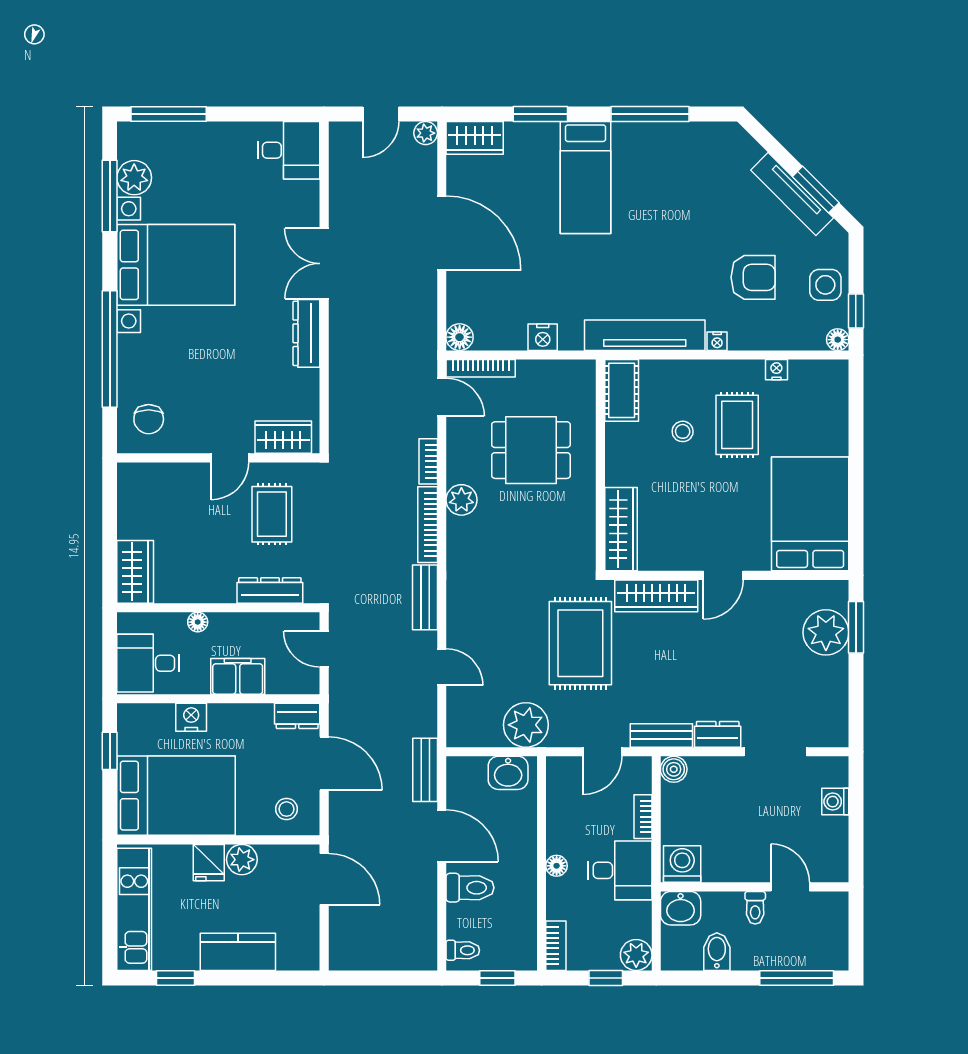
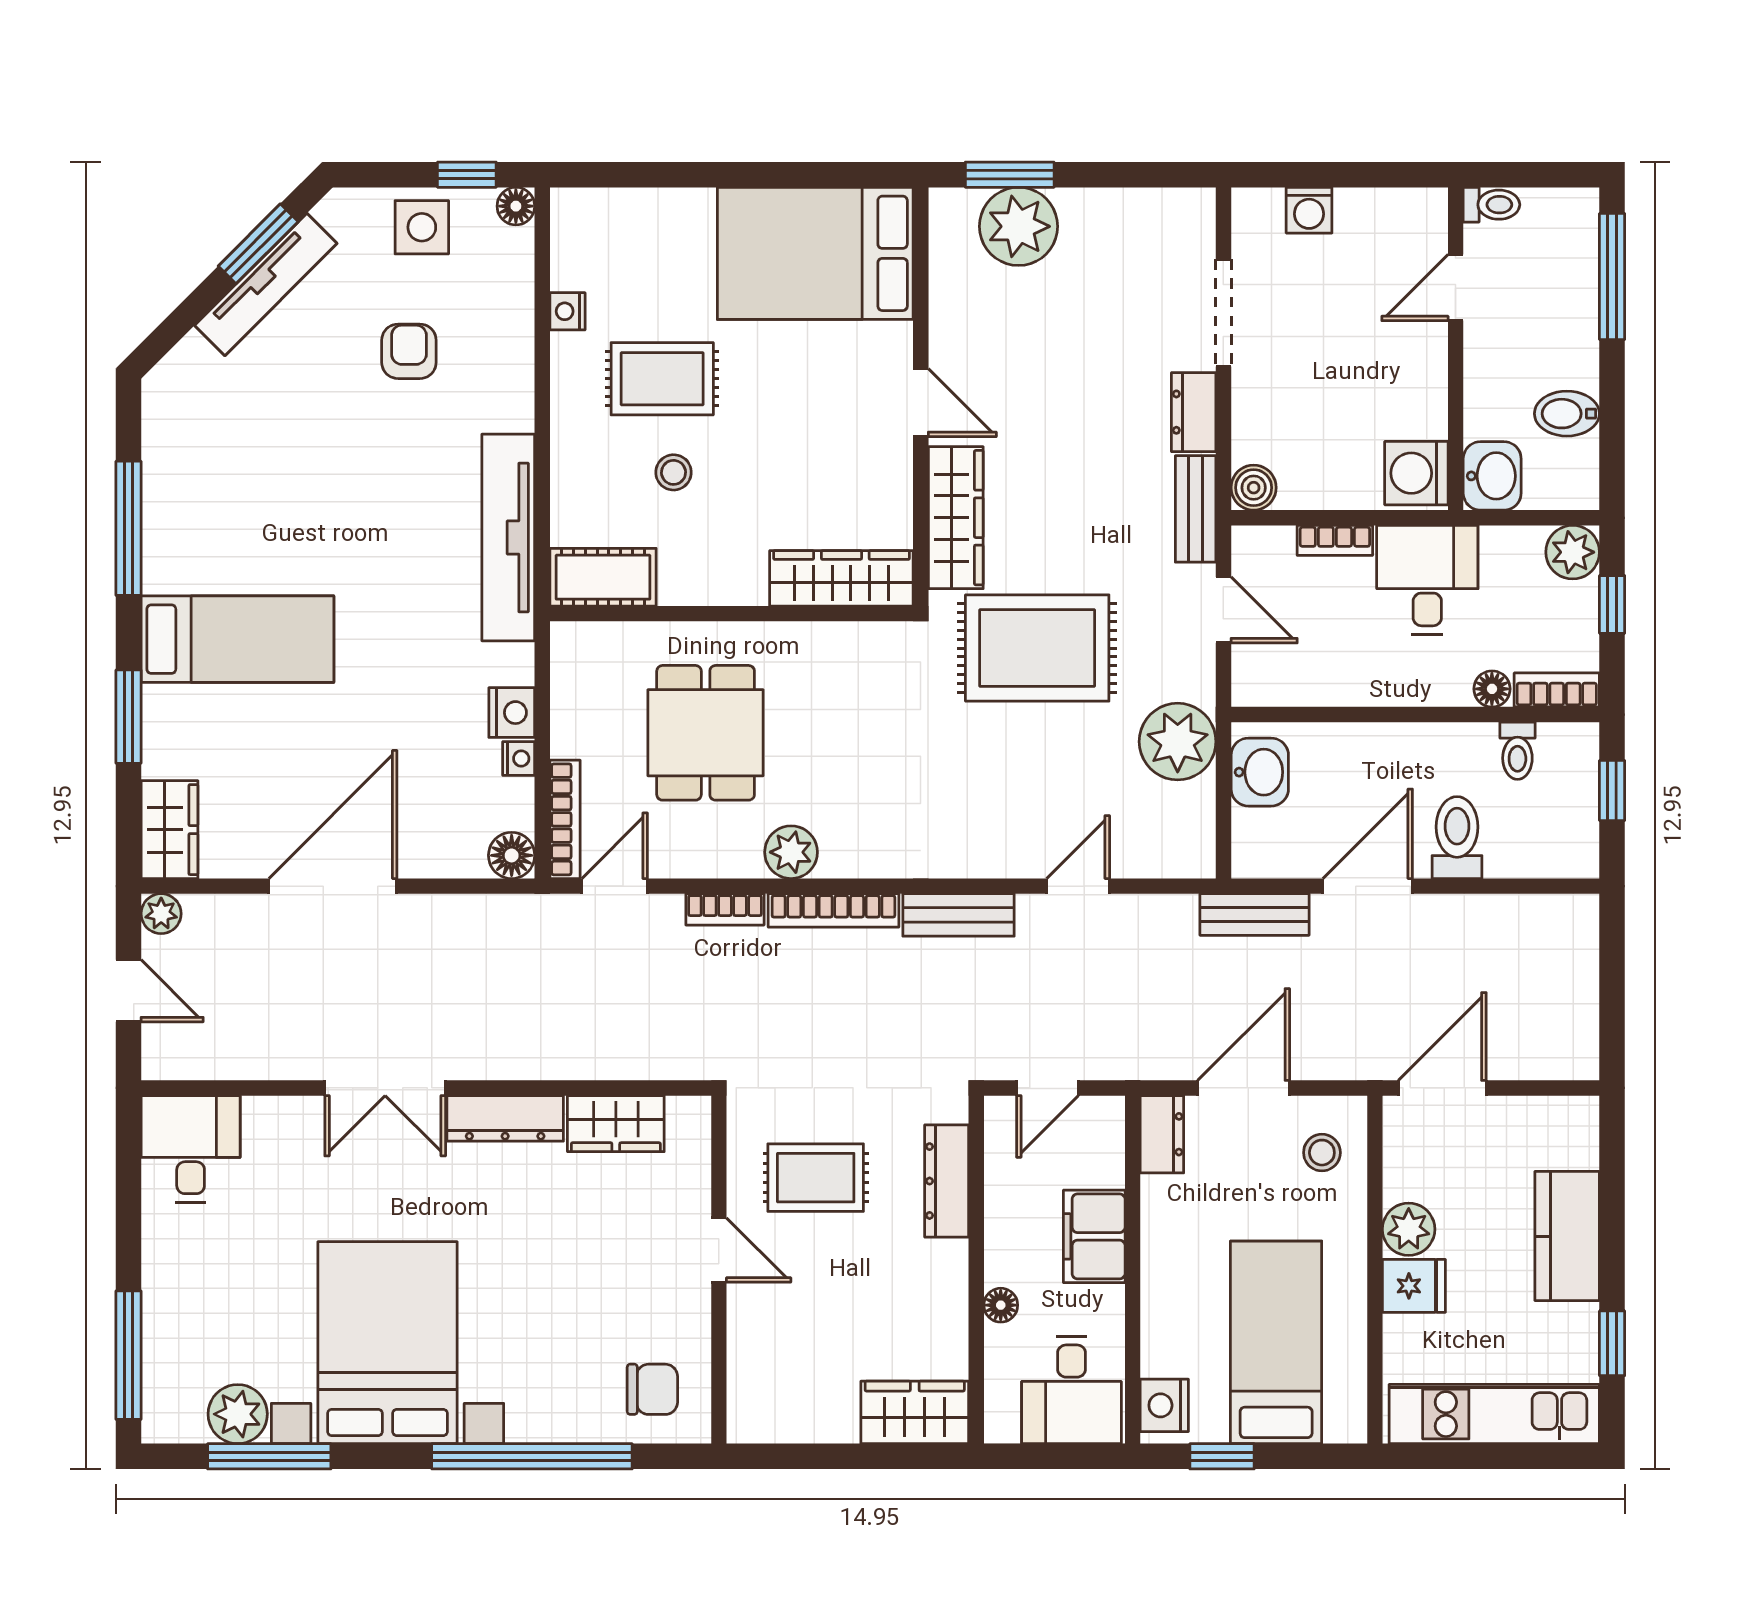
armchair: (753, 277) -> (409, 351), width x0.72, depth x0.72
nightstand: (717, 341) -> (519, 759), moved
wardrobe: (283, 437) -> (616, 1124), moved, turned -90
nightstand: (191, 717) -> (1164, 1405), moved
bed: (176, 796) -> (1276, 1342), width x0.67
floor lamp: (557, 866) -> (1492, 689), moved
toilet: (755, 908) -> (1491, 205), moved
toilet: (463, 950) -> (1517, 751), moved, turned 180

